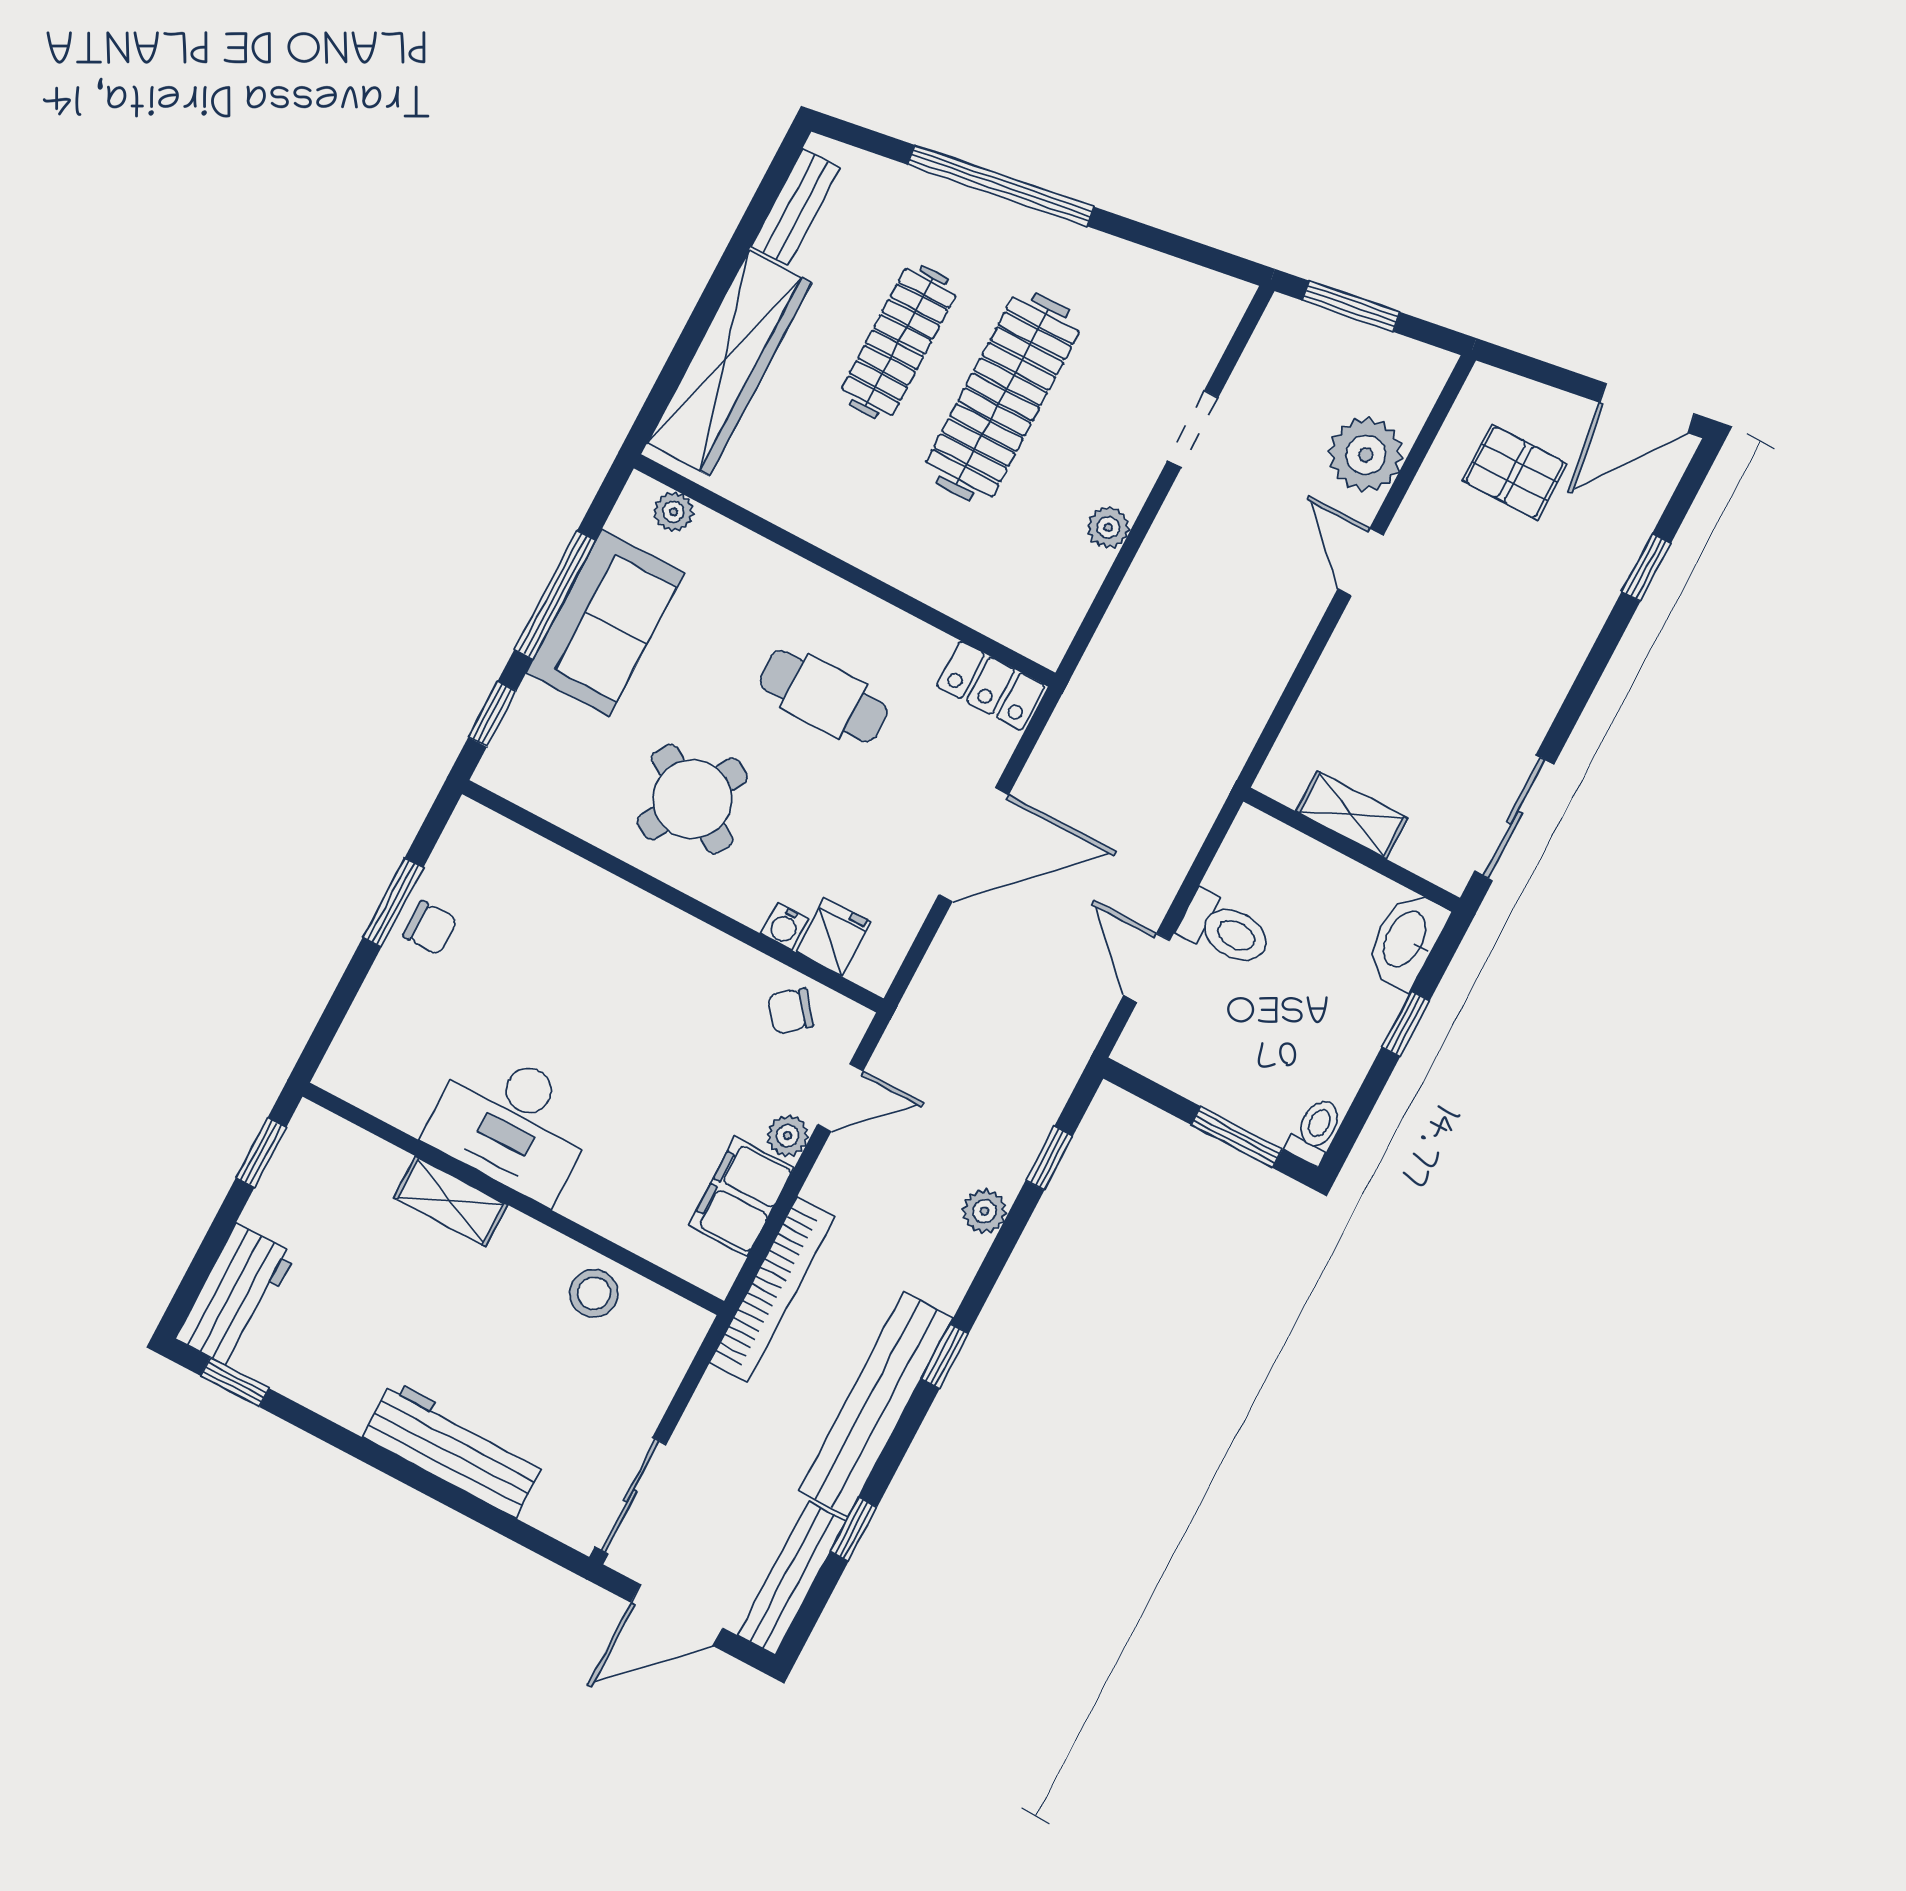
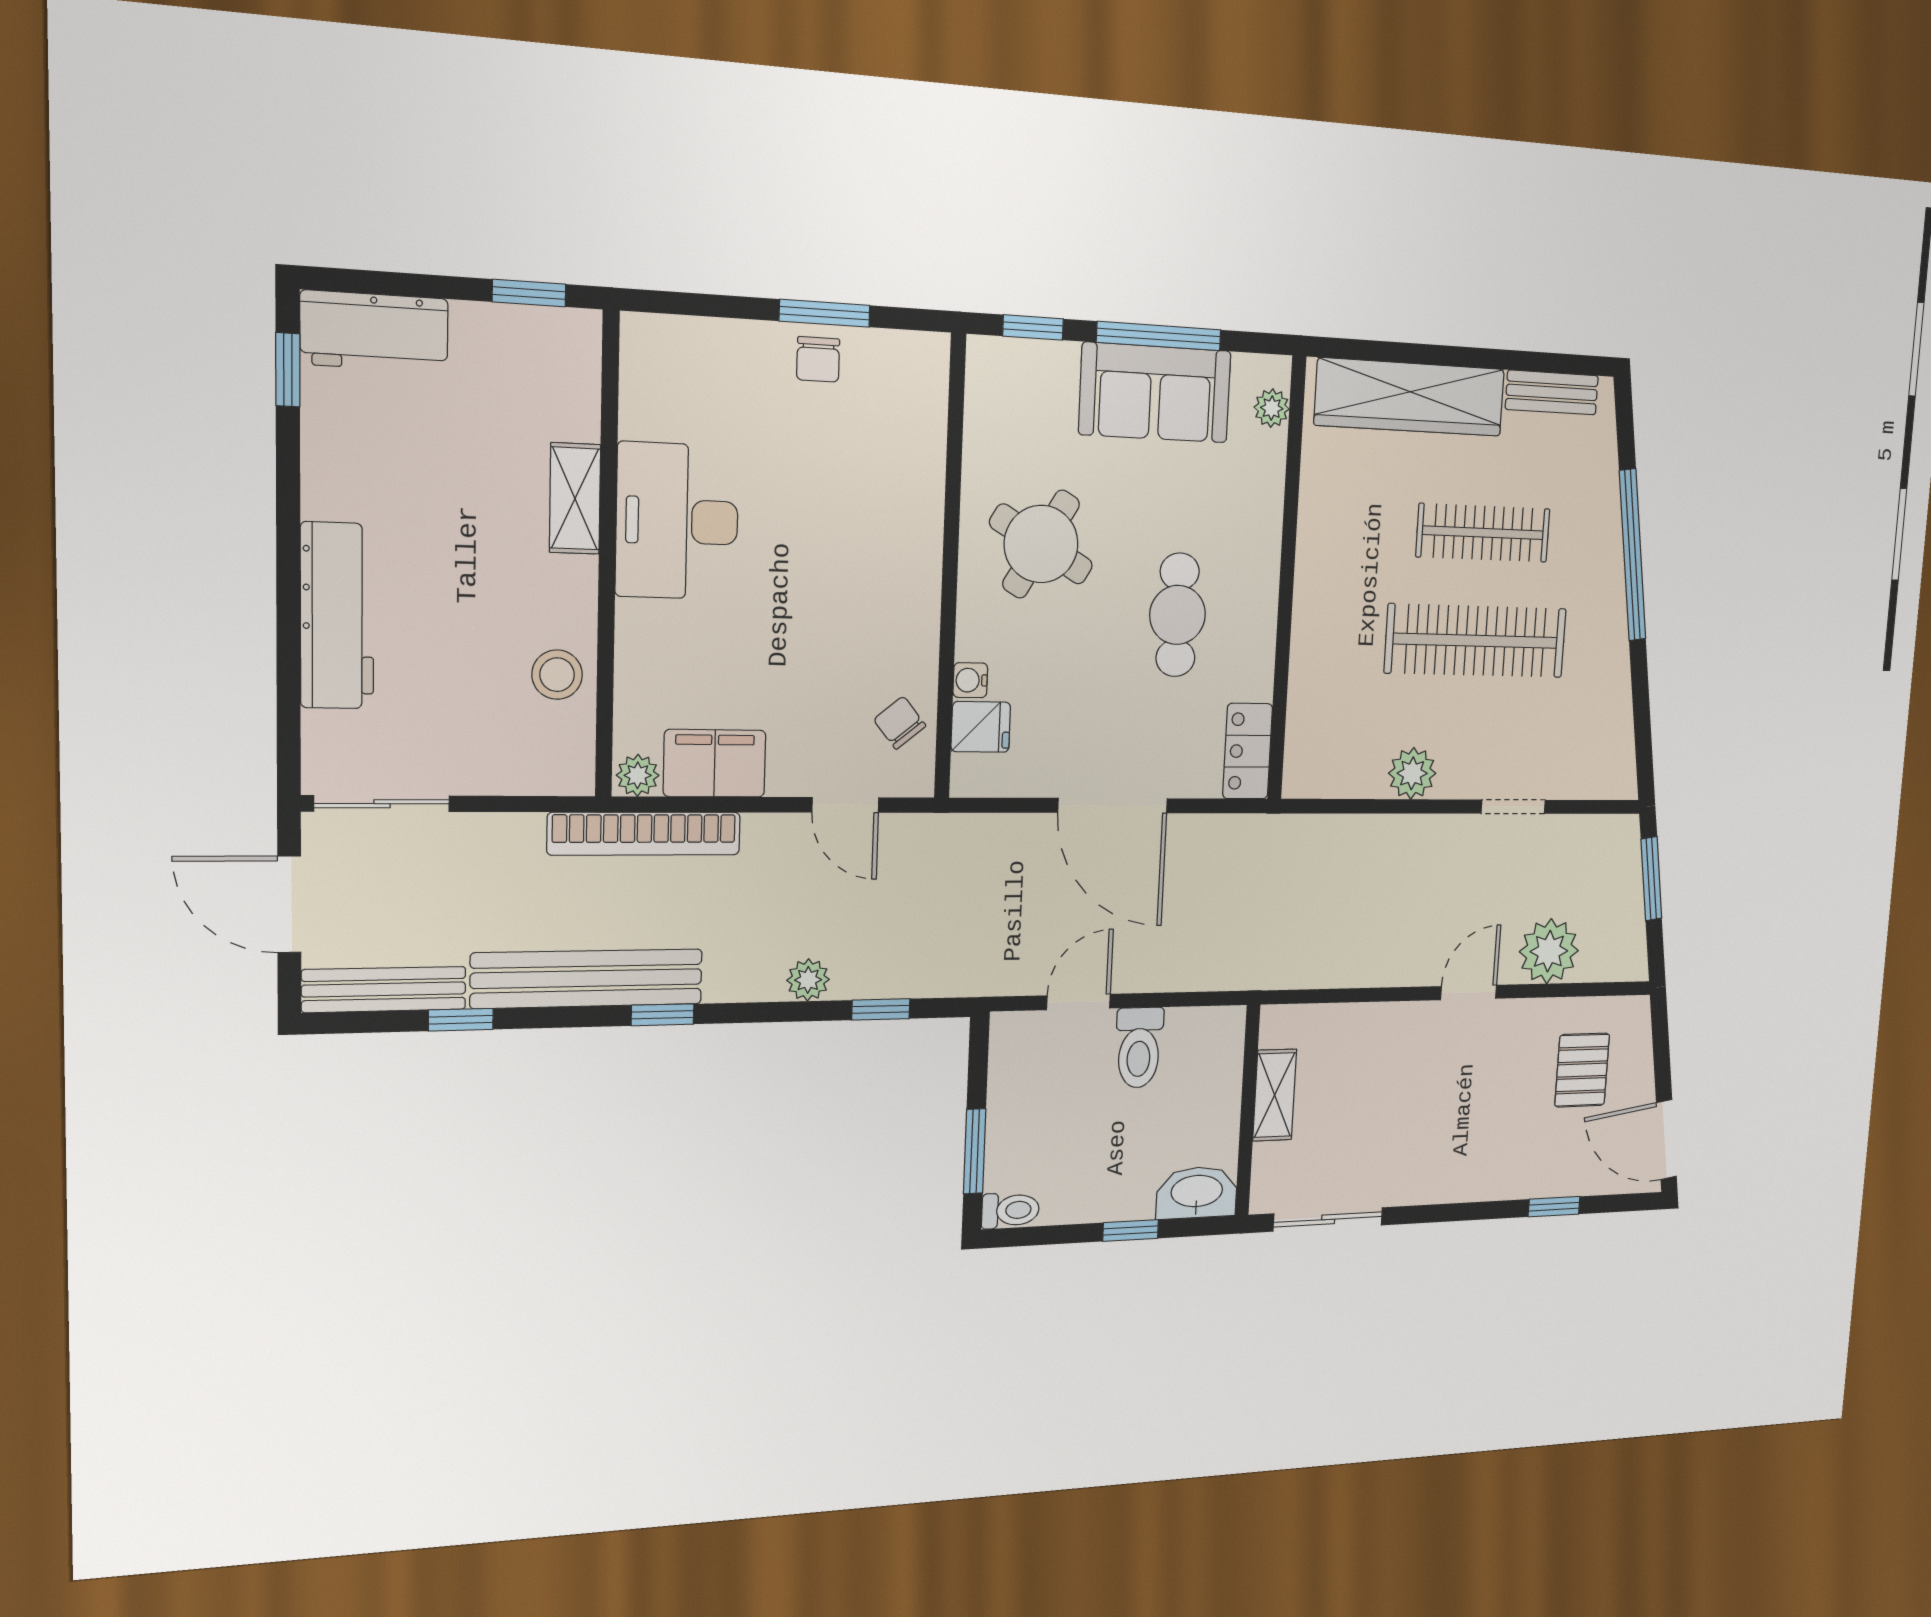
plant: (1108, 527) -> (1412, 773), width x1.38, depth x1.38
plant: (788, 1136) -> (638, 775), moved

